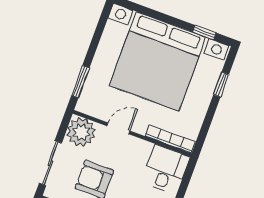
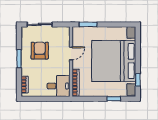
door: (118, 128) -> (71, 53), hinge flipped
plant: (81, 132) -> (62, 35), removed

